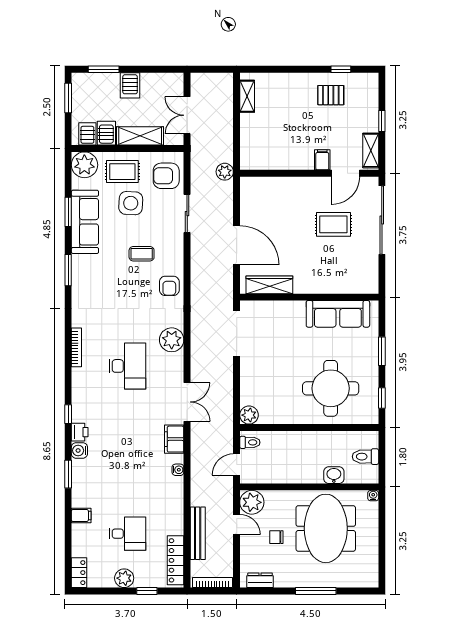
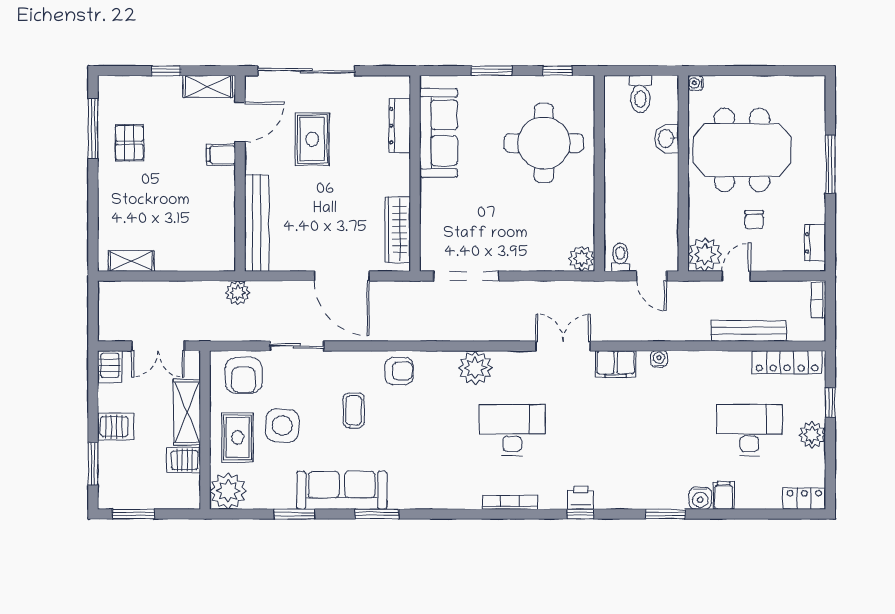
window: (341, 69) -> (93, 129), width x2.17
server rack: (87, 134) -> (110, 367), moved, turned -90
door: (346, 173) -> (240, 122), hinge flipped
bench: (274, 185) -> (257, 223), added
sofa: (85, 222) -> (342, 490), moved
door: (237, 245) -> (342, 276), swing flipped
dresser: (343, 286) -> (400, 126), added
bookcase: (76, 347) -> (510, 502), moved
printer: (80, 432) -> (581, 498), moved
water cooler: (79, 450) -> (700, 498), moved
desk: (128, 534) -> (749, 430), width x1.37
bookcase: (213, 583) -> (818, 300), width x0.64

